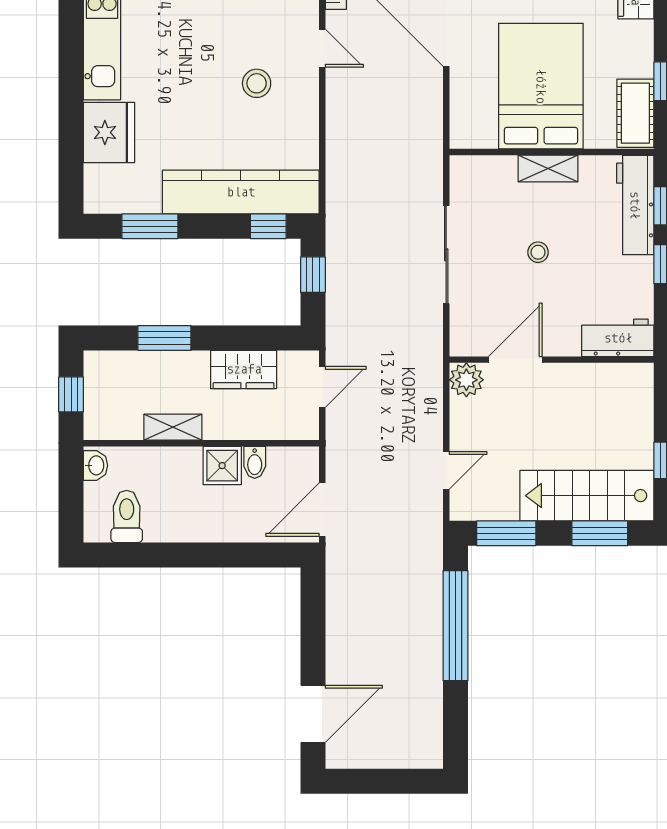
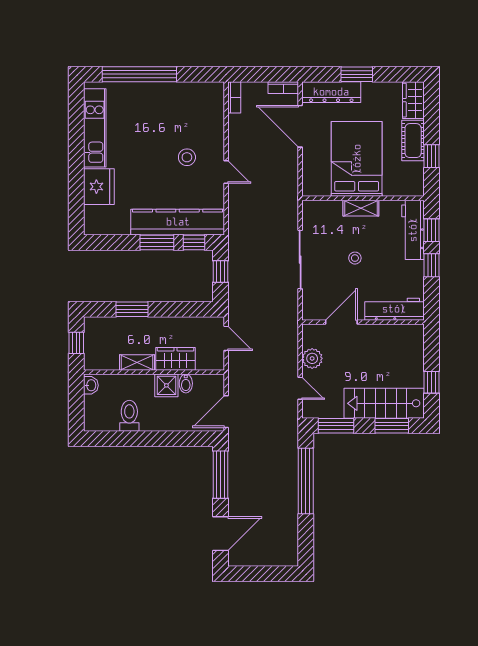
door: (322, 48) -> (226, 172), moved
cot: (635, 113) -> (413, 141), moved
window: (150, 226) -> (157, 243), moved
workbench: (618, 338) -> (394, 309), width x1.38
wardrobe: (244, 369) -> (176, 359), moved, turned 180
plant: (466, 380) -> (312, 358), moved
door: (322, 387) -> (226, 338), hinge flipped
door: (446, 470) -> (300, 388), hinge flipped
toilet: (127, 516) -> (129, 416), moved
window: (313, 615) -> (221, 475), added

